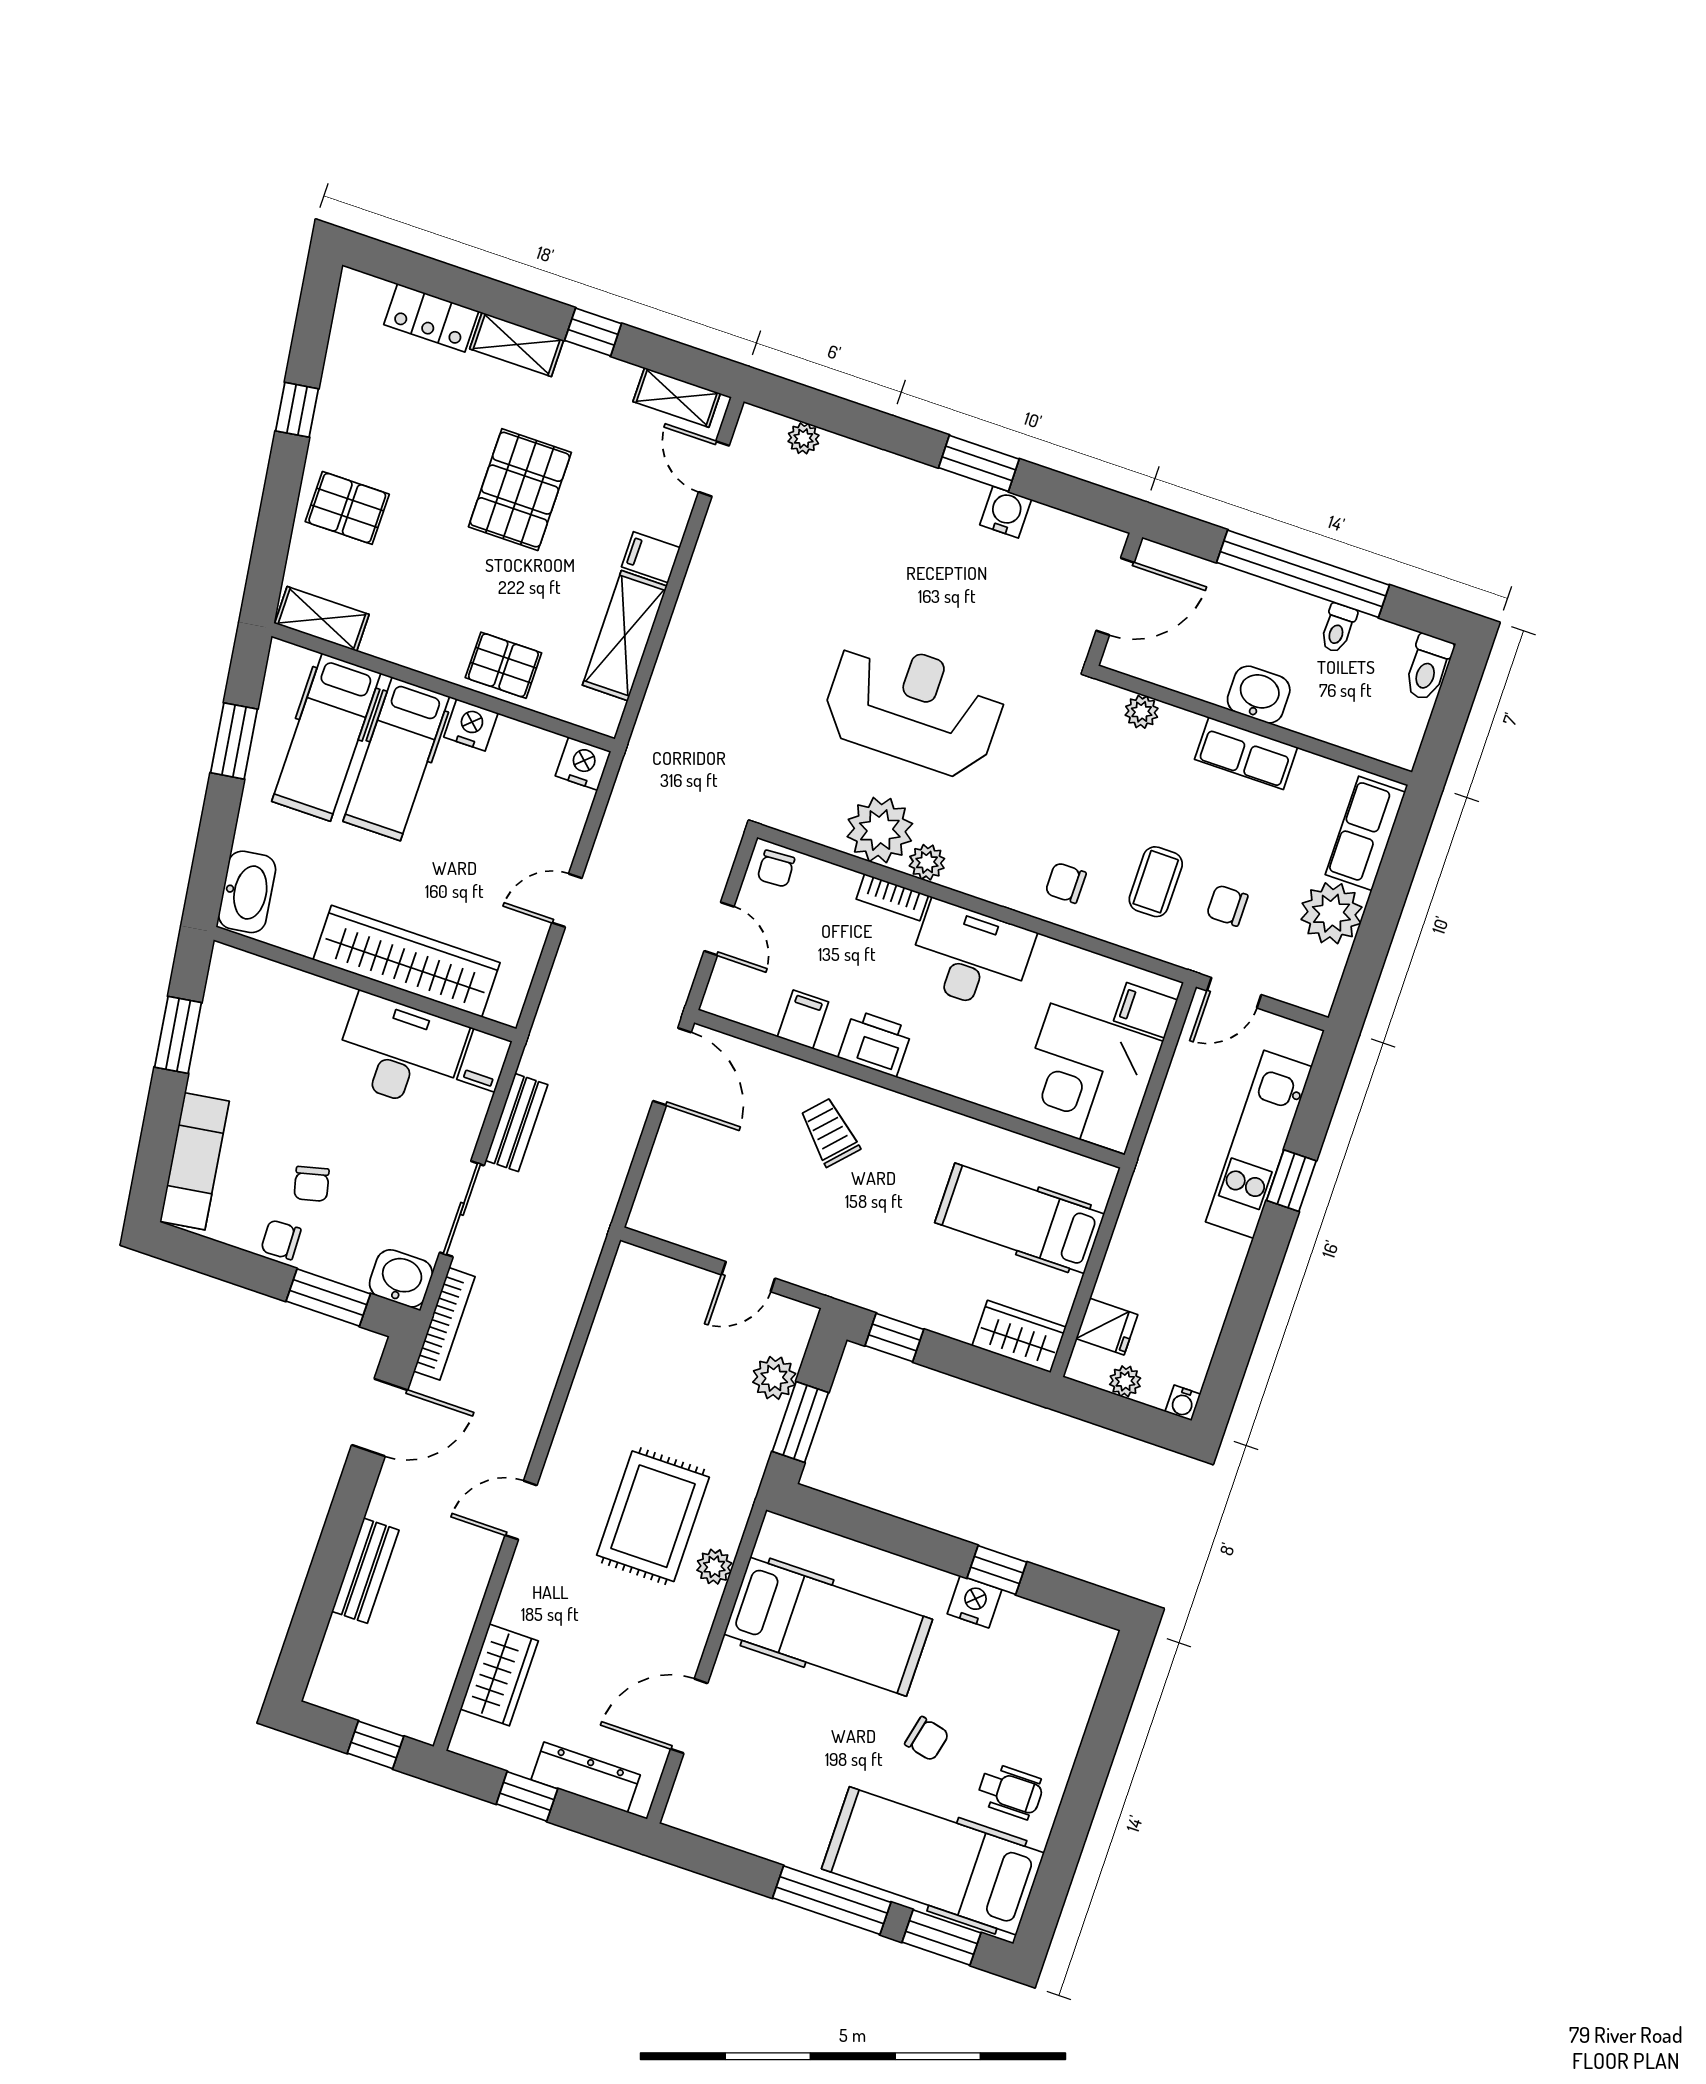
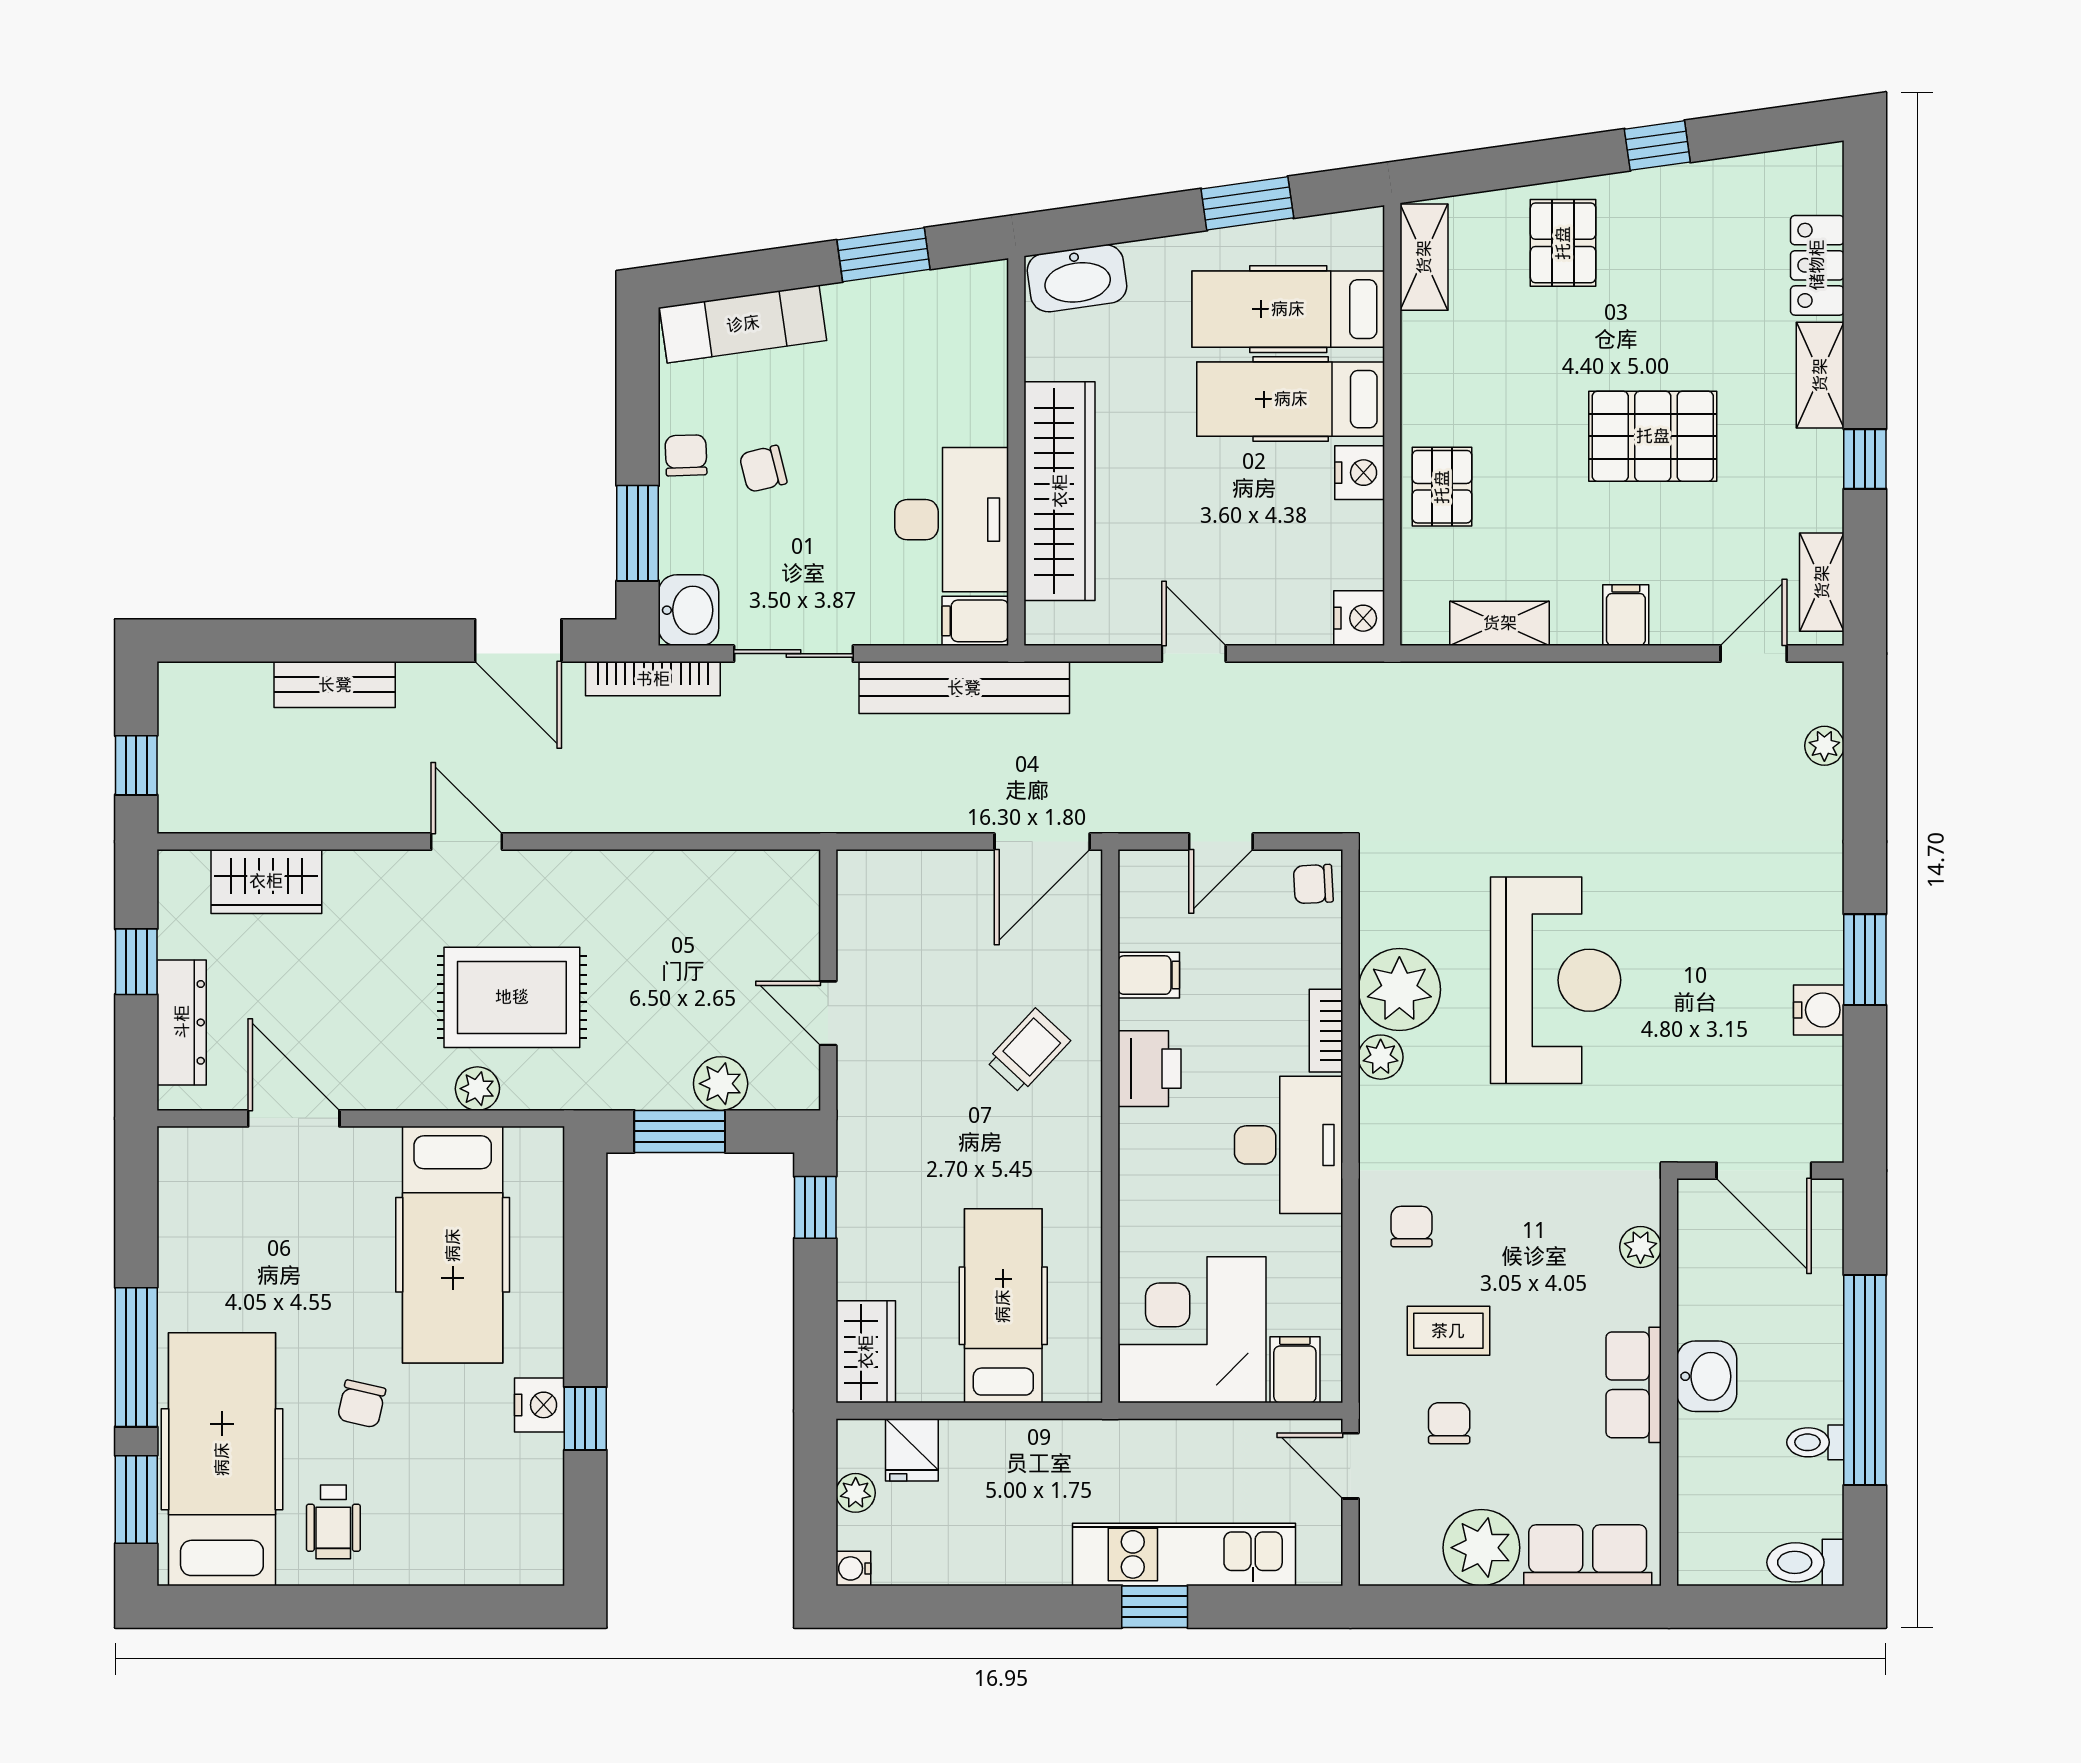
shelving: (625, 636) -> (1500, 623), width x0.67, depth x0.75
bench: (517, 1123) -> (964, 688), width x1.86, depth x1.21

